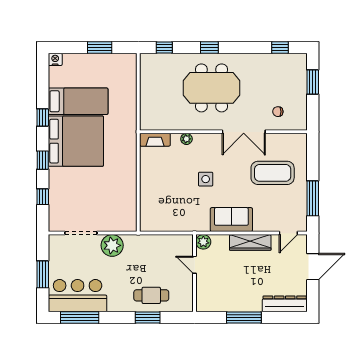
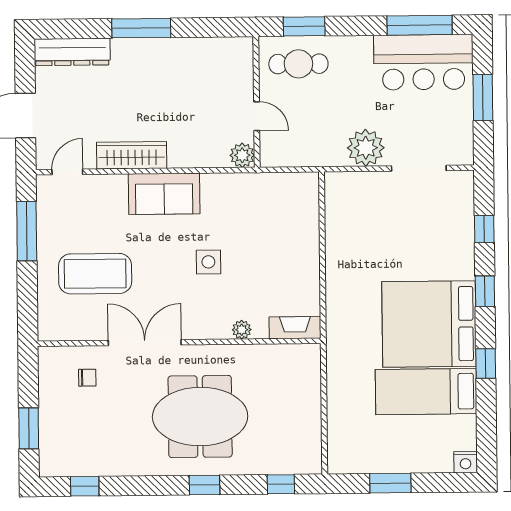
plant: (203, 242) -> (242, 155), moved
door: (195, 265) -> (257, 116), moved
wall: (195, 273) -> (256, 102), moved

